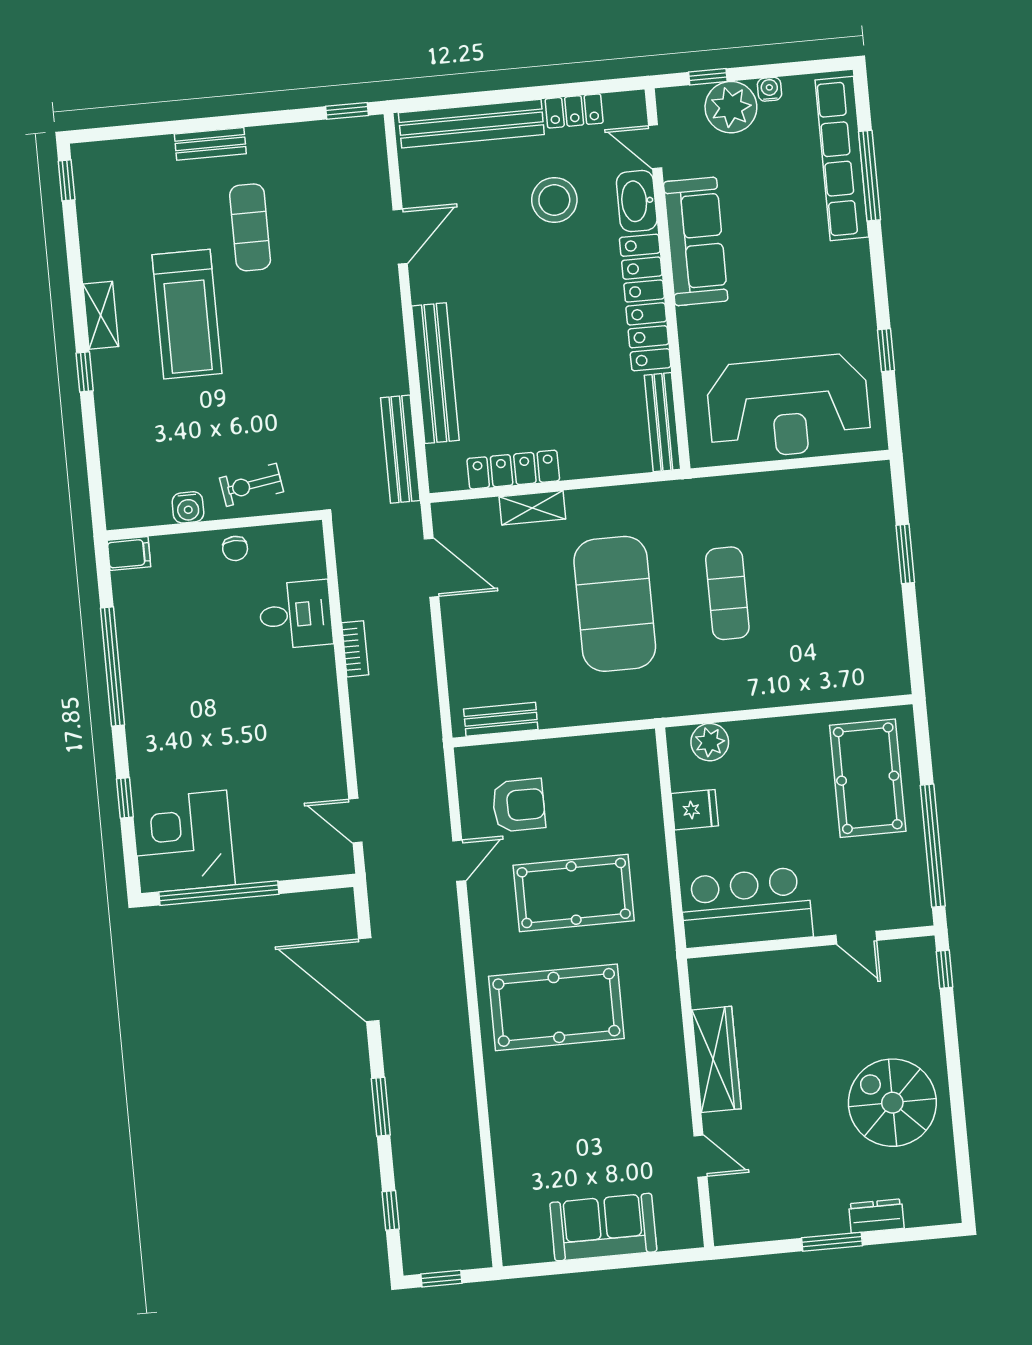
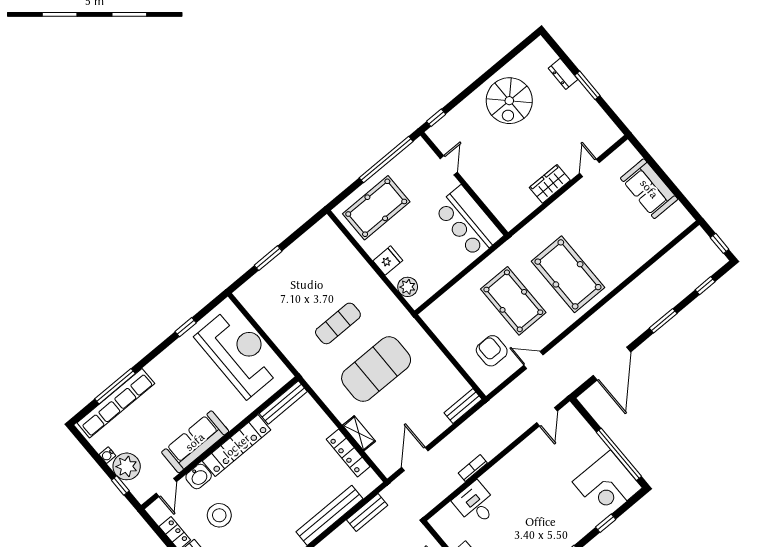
washbasin: (637, 201) -> (199, 477), width x0.72
bench: (400, 449) -> (367, 513), width x0.73
bench: (501, 719) -> (463, 406), moved, turned 90
fridge: (695, 810) -> (388, 261), moved, turned 90
wardrobe: (716, 1059) -> (550, 184), width x0.67

